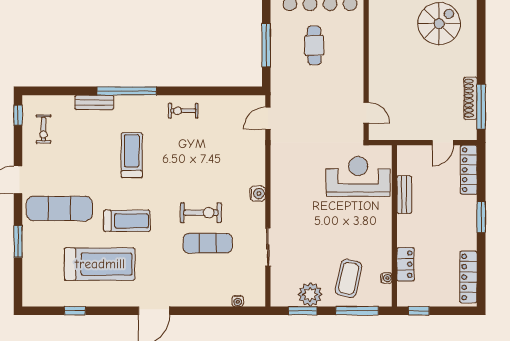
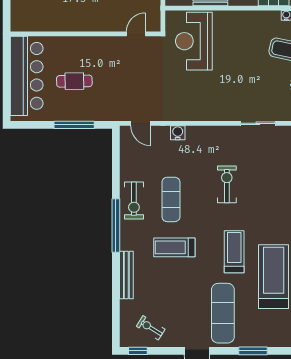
window: (127, 91) -> (116, 225), moved
bench: (94, 102) -> (126, 275), width x1.36
exercise bike: (183, 111) -> (134, 201), width x1.38, depth x1.39
exercise bike: (43, 129) -> (151, 328), turned -148
water cooler: (258, 194) -> (178, 133), moved
exercise mat: (208, 243) -> (171, 199), moved

